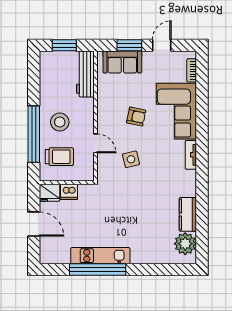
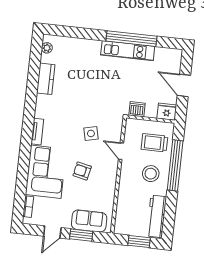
workbench: (85, 74) -> (157, 216), moved, turned 180
dishwasher: (69, 192) -> (137, 109), moved
plant: (185, 244) -> (47, 48), width x0.53, depth x0.53

